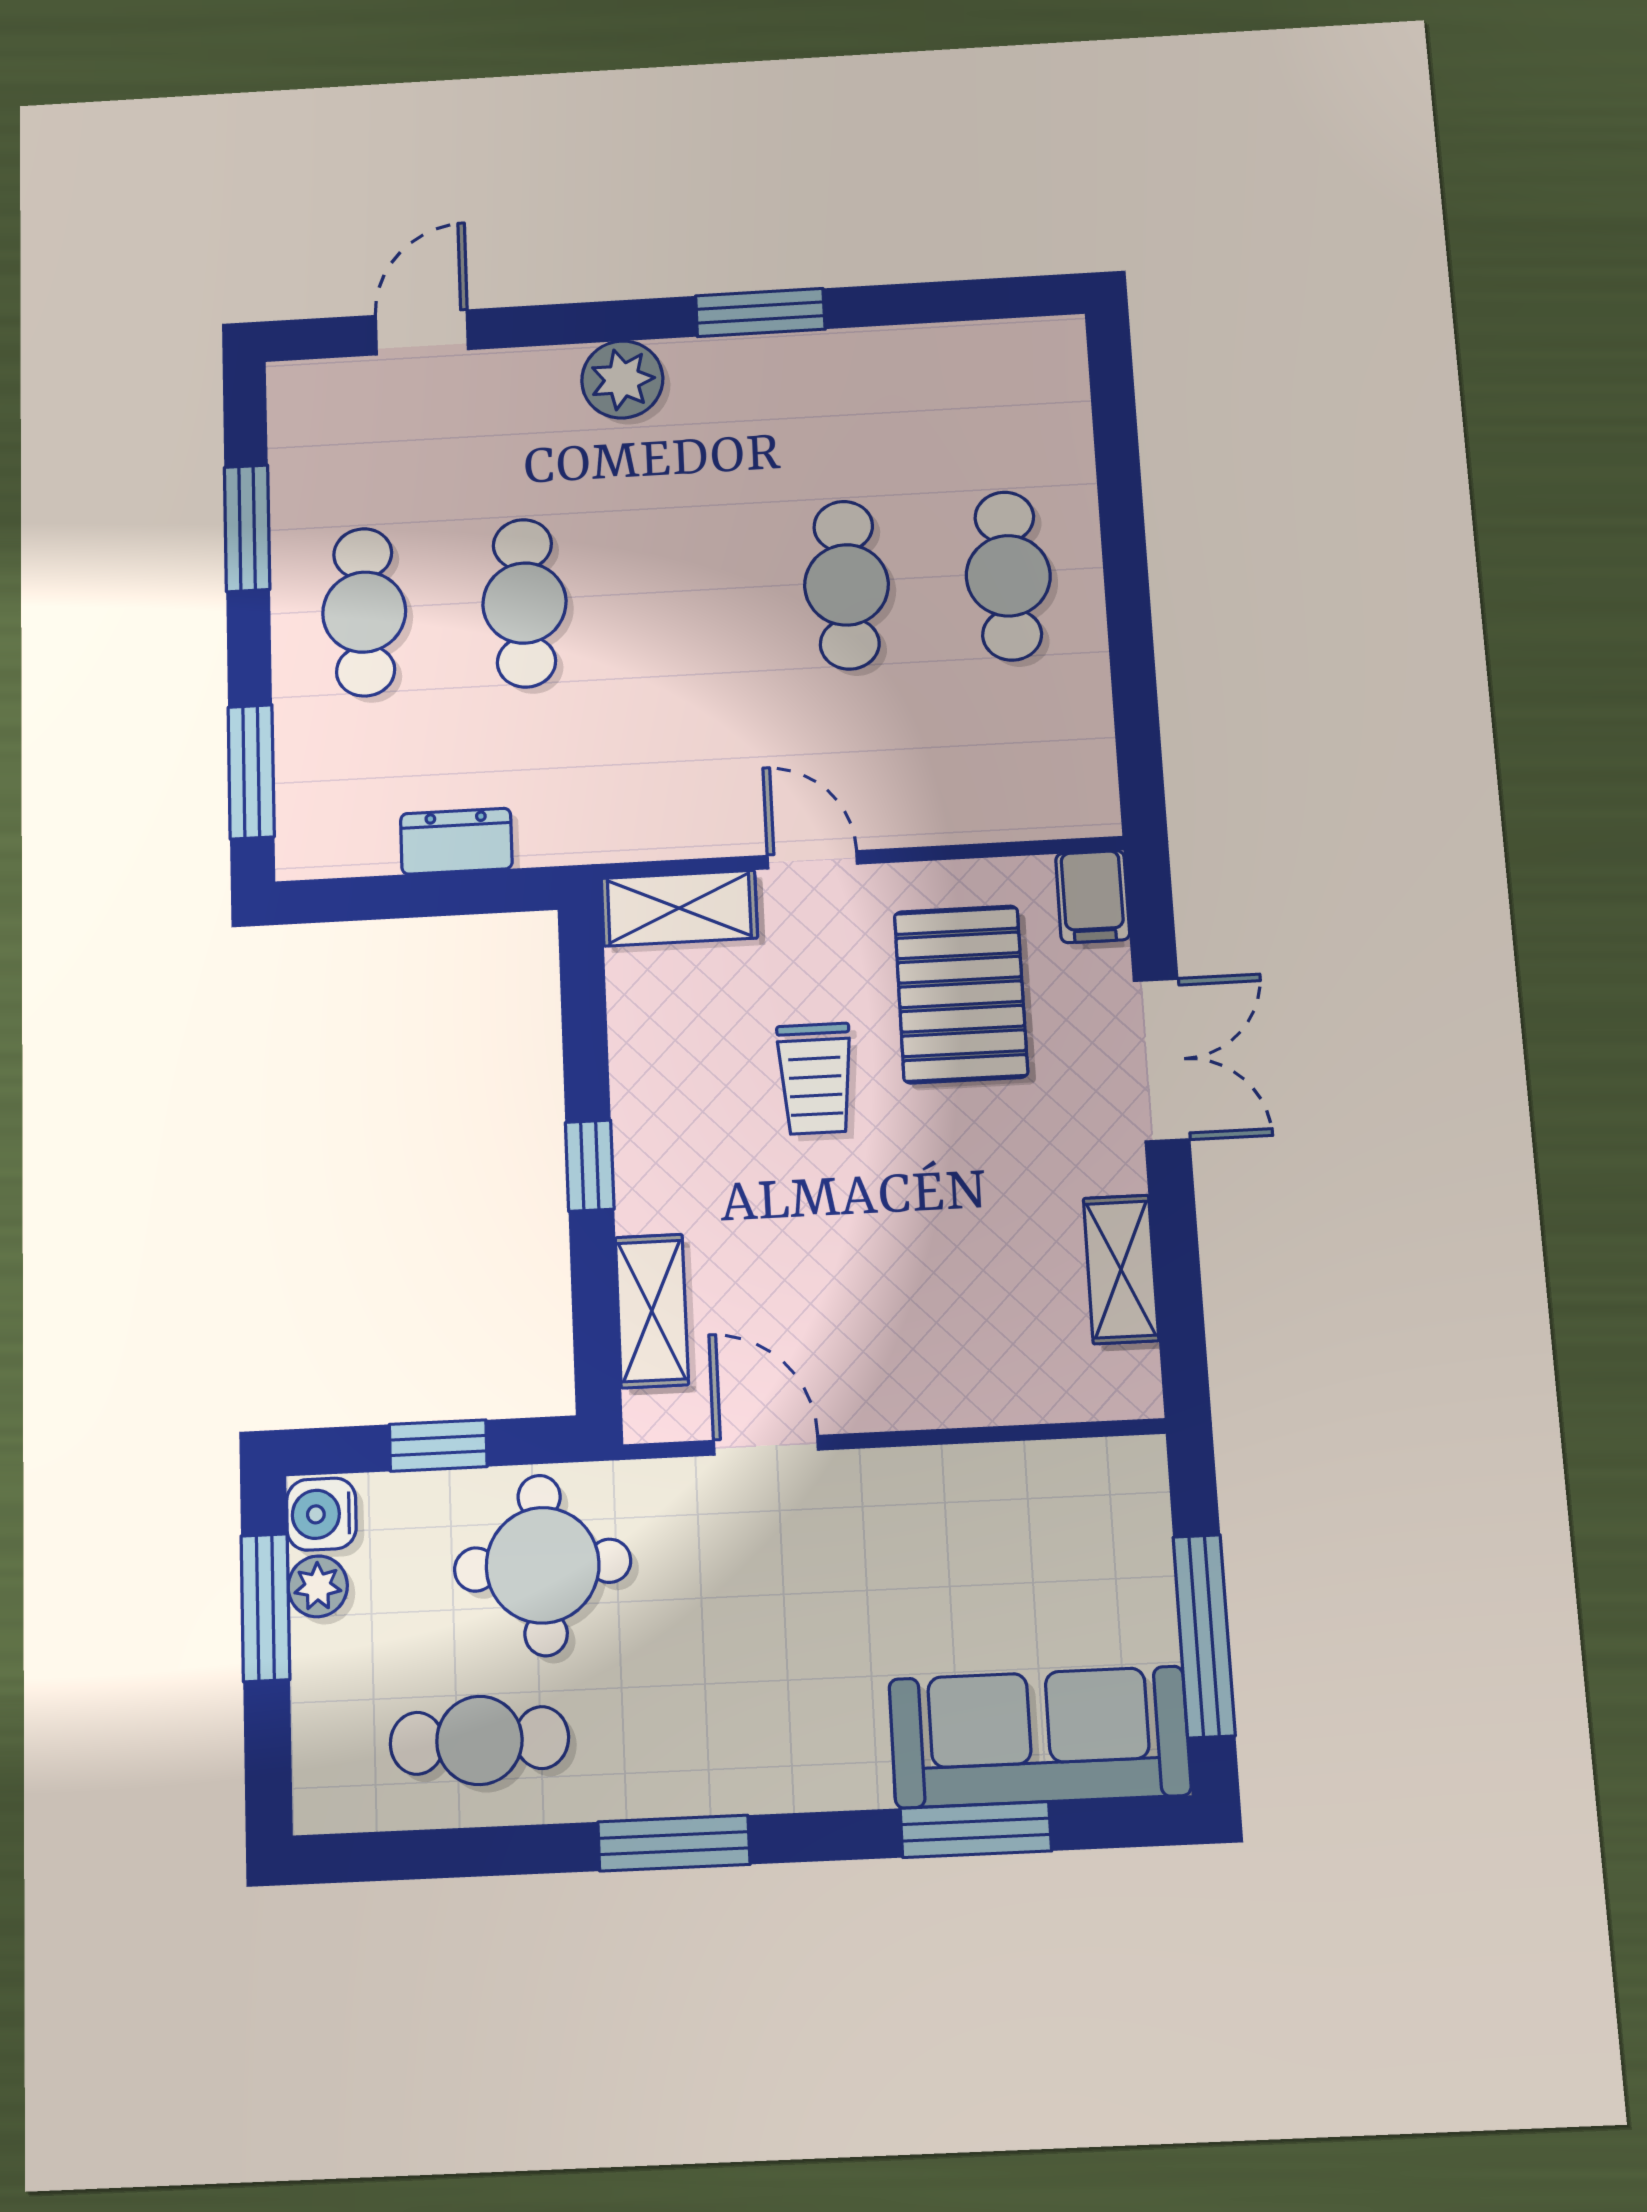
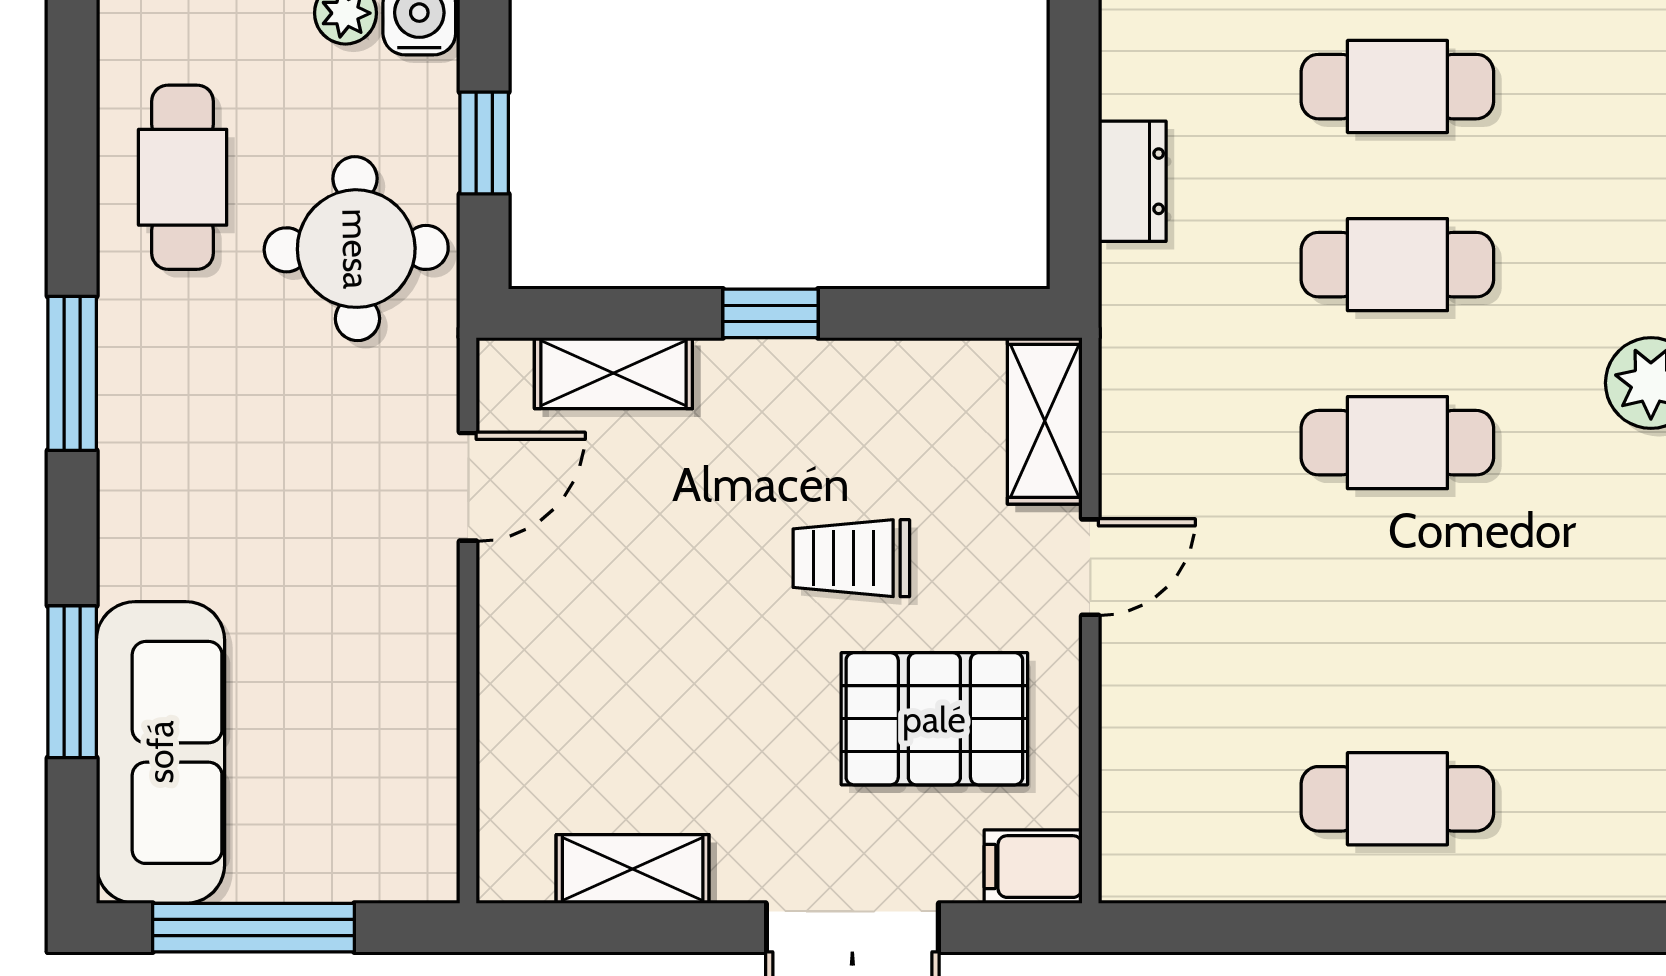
cafe table: (847, 585) -> (1397, 443), moved

